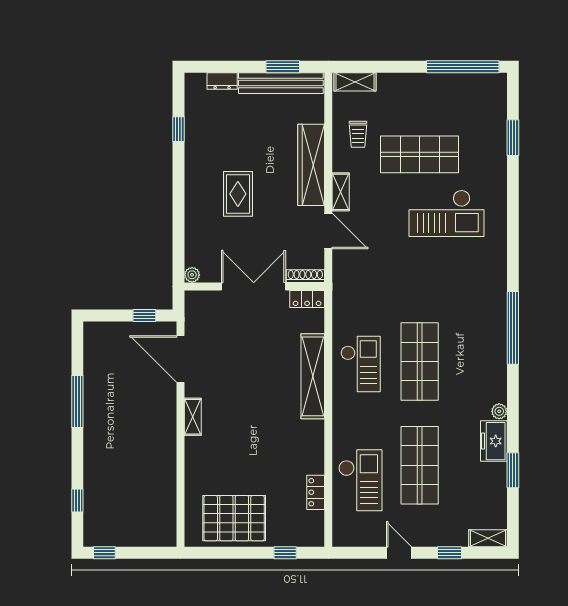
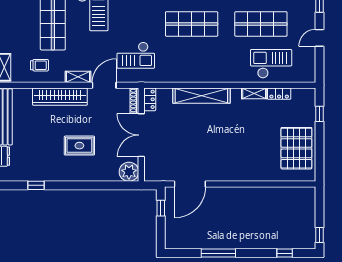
plant: (192, 275) -> (129, 172), width x1.88, depth x1.88
checkout: (360, 364) -> (136, 55), moved, turned 180
shelving: (193, 417) -> (254, 93), moved

